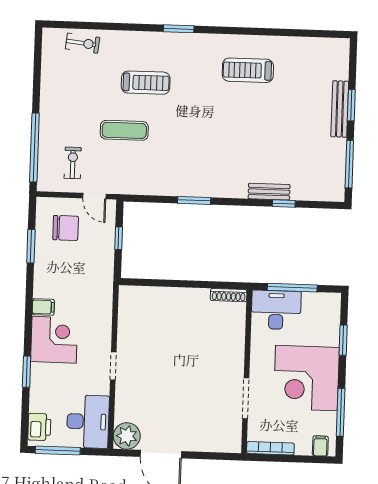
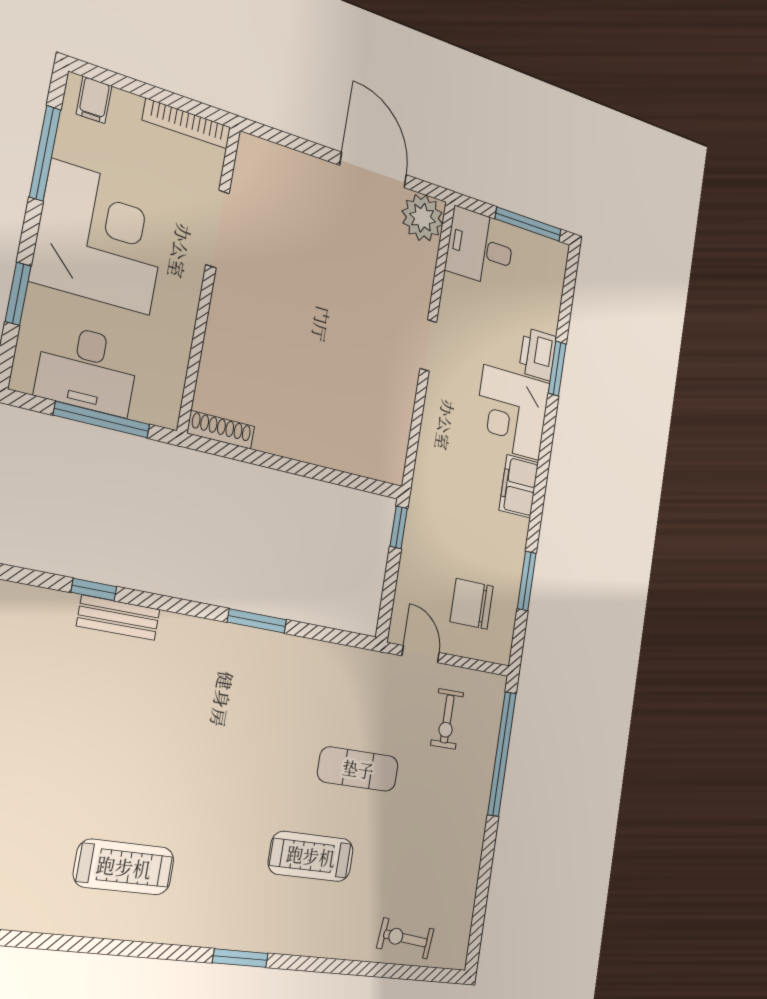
window: (119, 238) -> (399, 527), moved
filing cabinet: (43, 307) -> (519, 486), width x2.00
desk: (276, 310) -> (87, 370), moved
desk: (88, 422) -> (480, 248), width x0.73
printer: (39, 427) -> (538, 354), moved

